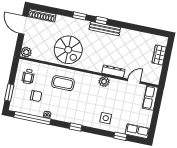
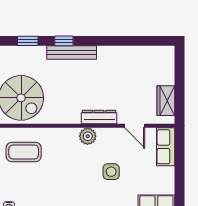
wardrobe: (159, 55) -> (166, 101), moved
door: (134, 81) -> (135, 126), swing flipped
side table: (106, 118) -> (111, 172), moved

